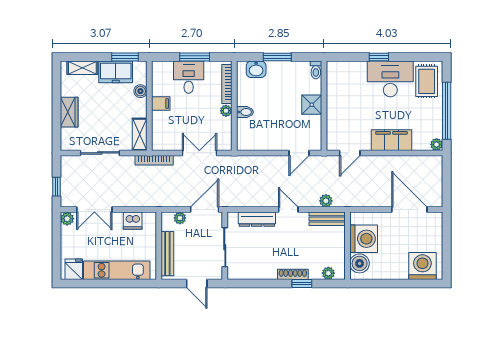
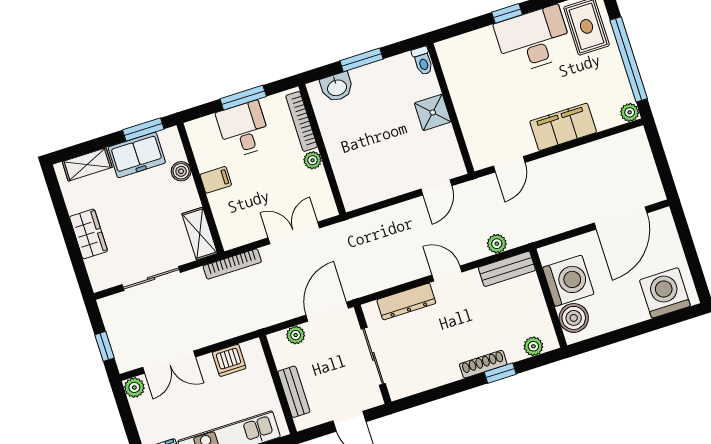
bidet: (245, 112) -> (340, 153), removed
door: (409, 210) -> (621, 218), swing flipped
bench: (167, 254) -> (294, 392), width x0.73

